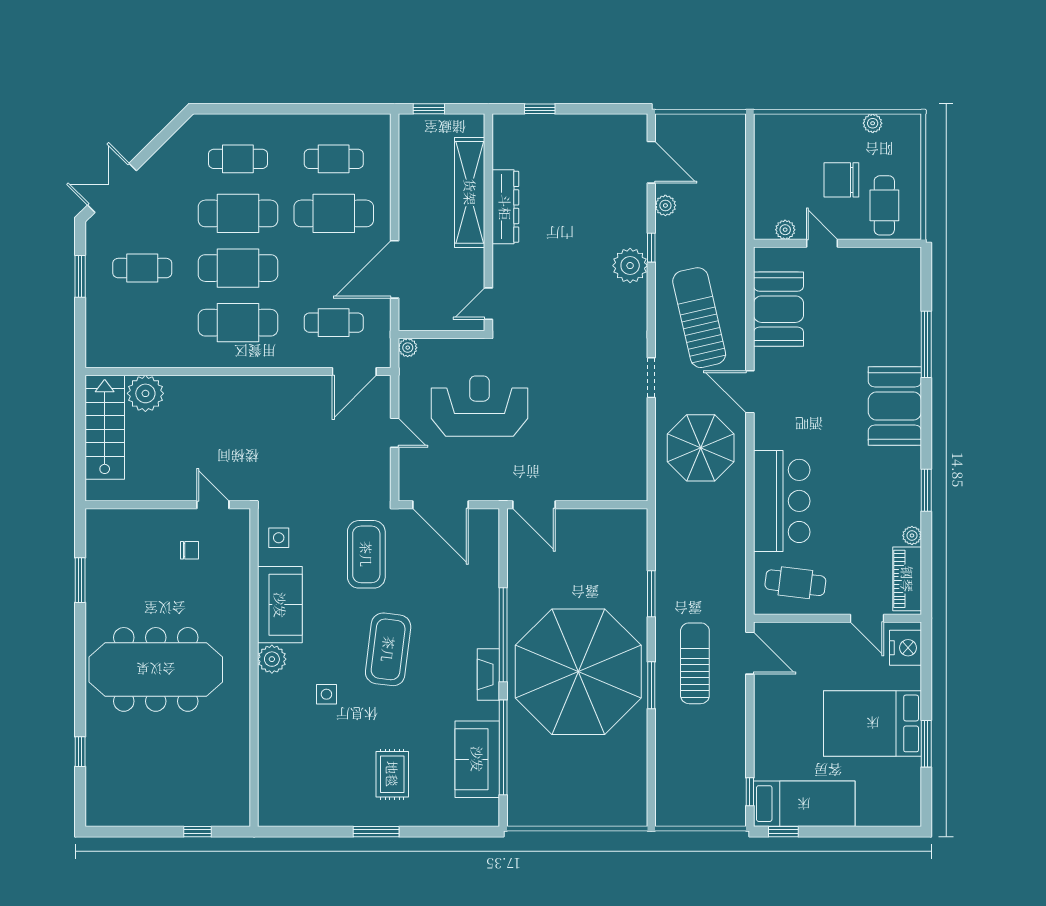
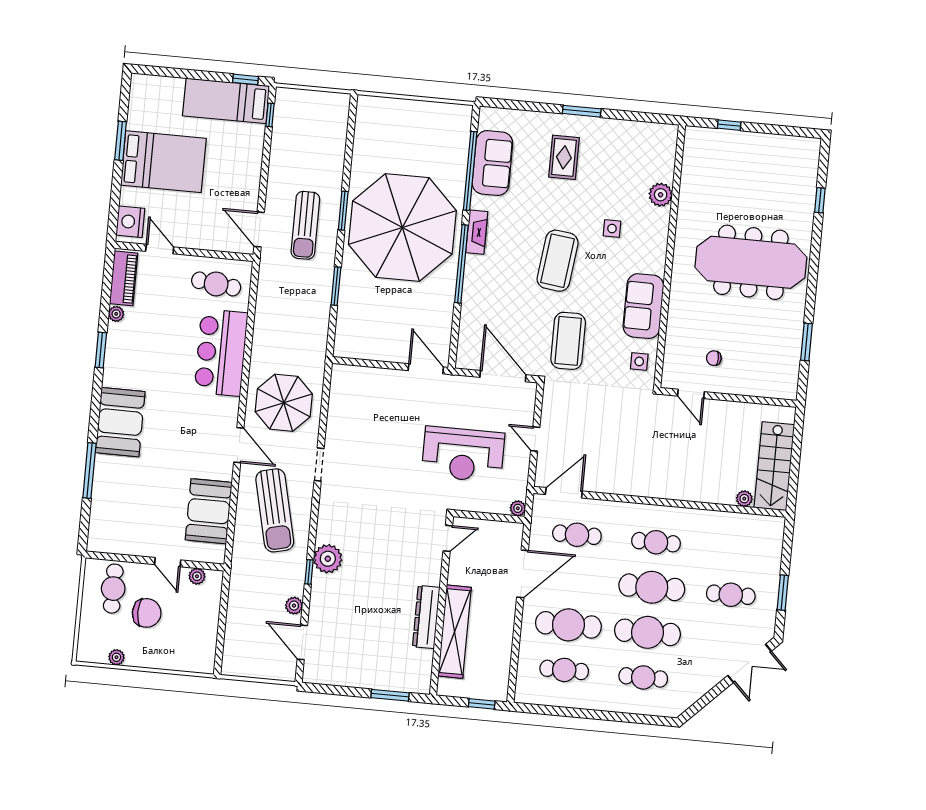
window: (540, 109) -> (390, 695), width x1.50
cafe table: (238, 323) -> (656, 542), width x0.73, depth x0.74
plant: (145, 393) -> (744, 499), width x0.53, depth x0.53
plant: (272, 659) -> (661, 195), moved

